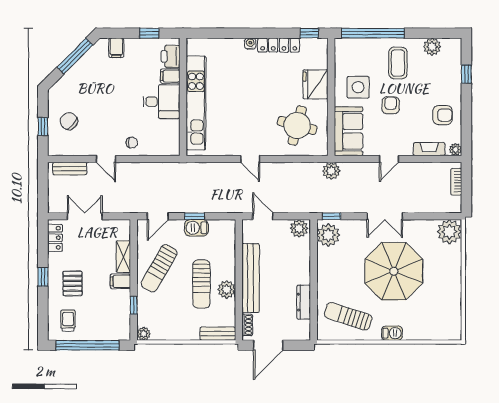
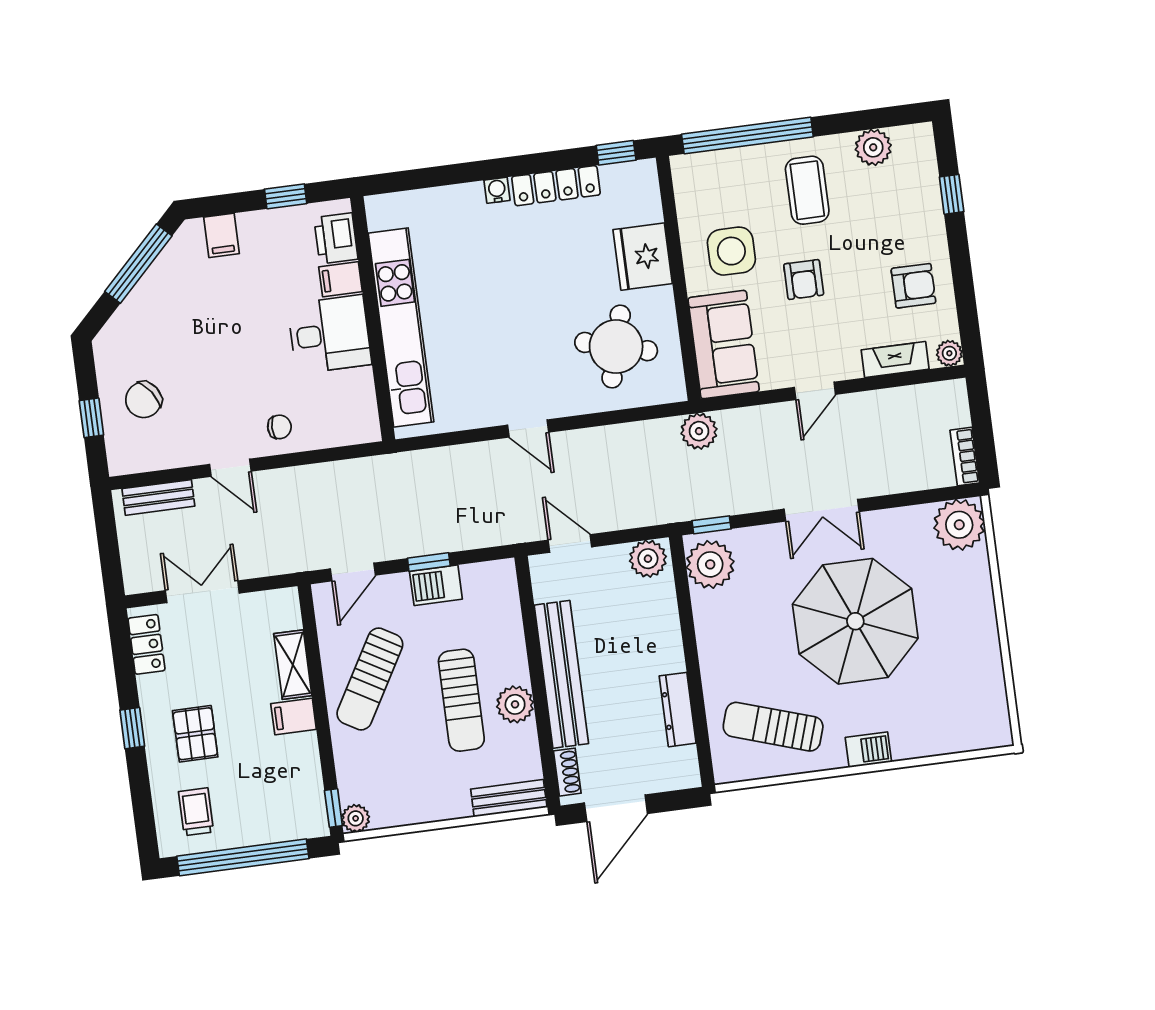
armchair: (391, 105) -> (804, 280), turned 180
chair: (69, 121) -> (144, 400), turned -76
bookcase: (456, 182) -> (965, 457), moved
window: (134, 305) -> (333, 808), moved

